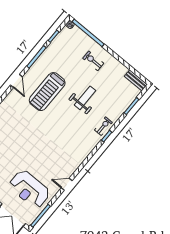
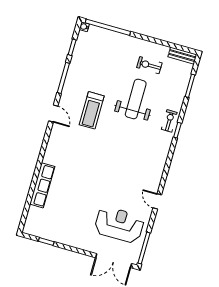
exercise bike: (93, 61) -> (149, 65), moved
treadmill: (47, 92) -> (92, 110), width x0.73, depth x0.73
weight bench: (85, 98) -> (136, 99), width x1.36, depth x1.33
door: (67, 184) -> (157, 201), hinge flipped
reception desk: (29, 189) -> (119, 225), turned 180

